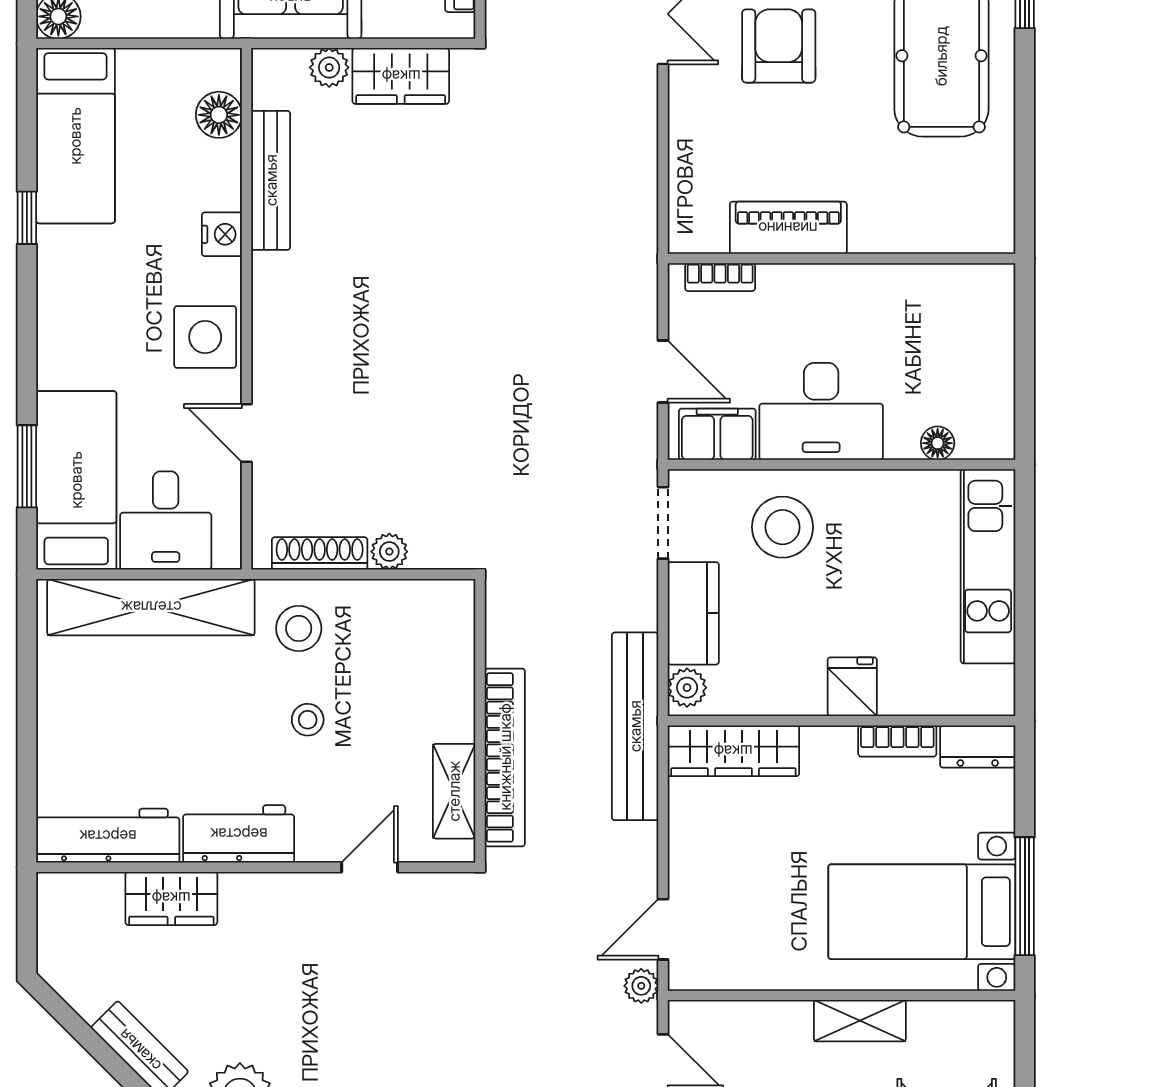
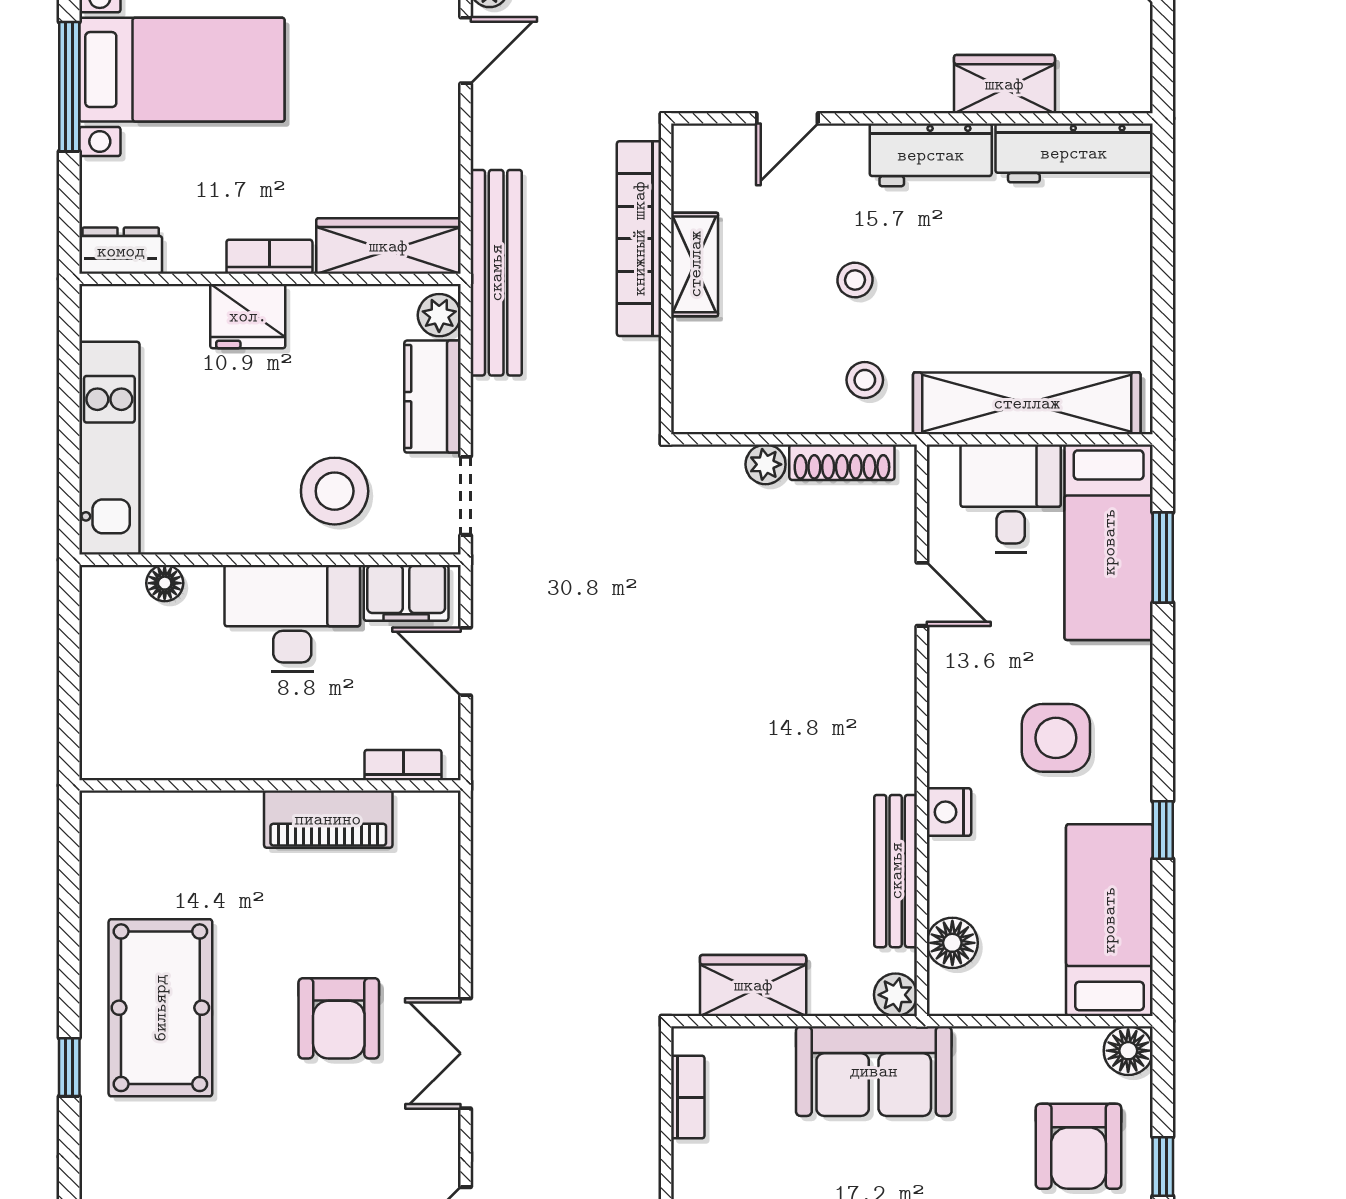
plant: (329, 67) -> (896, 995), moved
side table: (205, 337) -> (1056, 738), moved
stool: (299, 628) -> (865, 380), width x0.73, depth x0.73
fridge: (852, 687) -> (248, 316), width x1.38
bookcase: (897, 741) -> (269, 257), moved
shelving: (454, 791) -> (695, 264), moved

